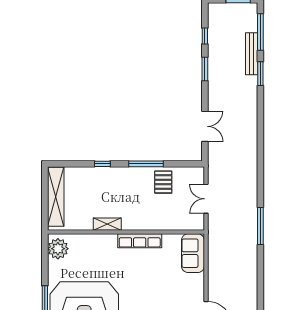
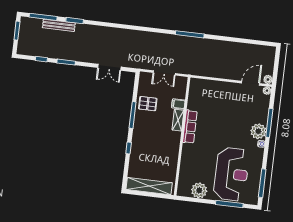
double door: (205, 126) -> (109, 67), swing flipped
filing cabinet: (168, 222) -> (178, 104), added
shelving: (107, 224) -> (178, 120), moved
plant: (58, 249) -> (199, 190), moved
sofa: (193, 253) -> (204, 88), removed

